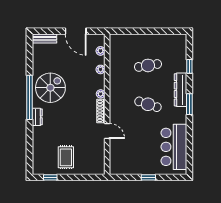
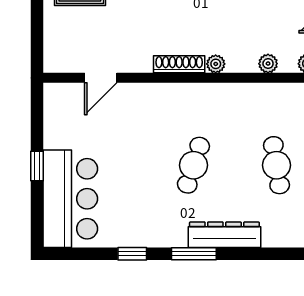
window: (189, 66) -> (132, 254), moved
door: (107, 131) -> (101, 78), moved
bar counter: (174, 147) -> (70, 199), moved, turned 90

